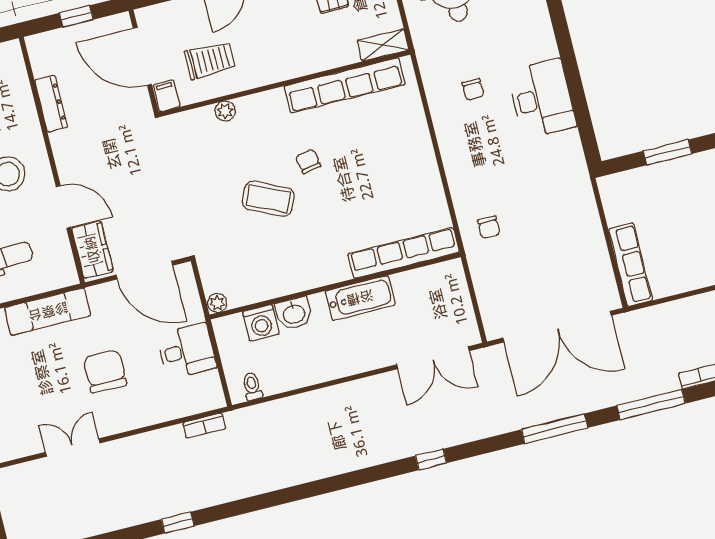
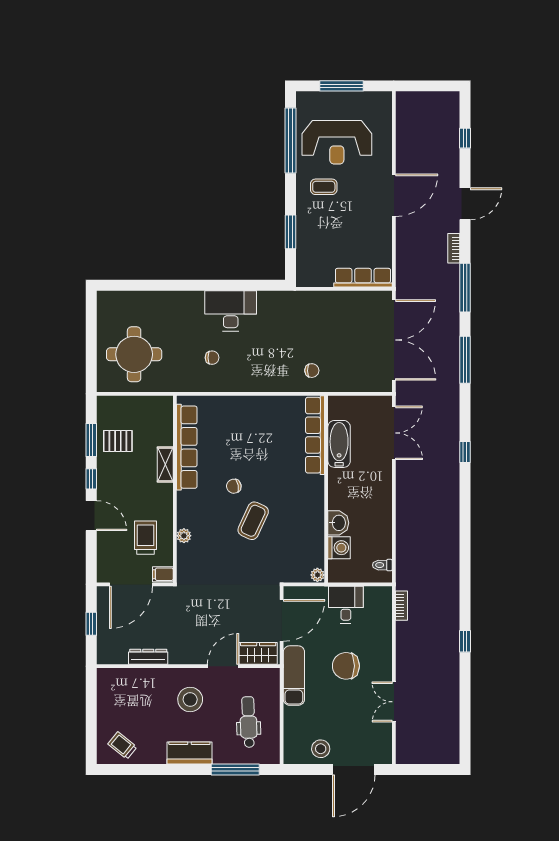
shelving: (383, 45) -> (165, 465), moved
bathtub: (360, 298) -> (339, 444), moved
exam couch: (48, 312) -> (294, 676), moved

